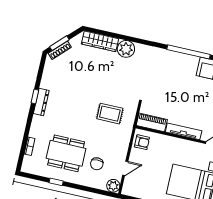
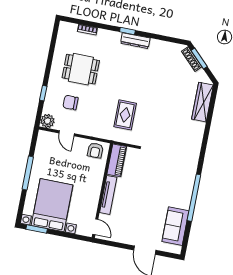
plant: (126, 49) -> (195, 130), removed
window: (35, 97) -> (127, 31), moved
dining table: (66, 153) -> (81, 69), width x0.73
window: (56, 182) -> (43, 93), moved

